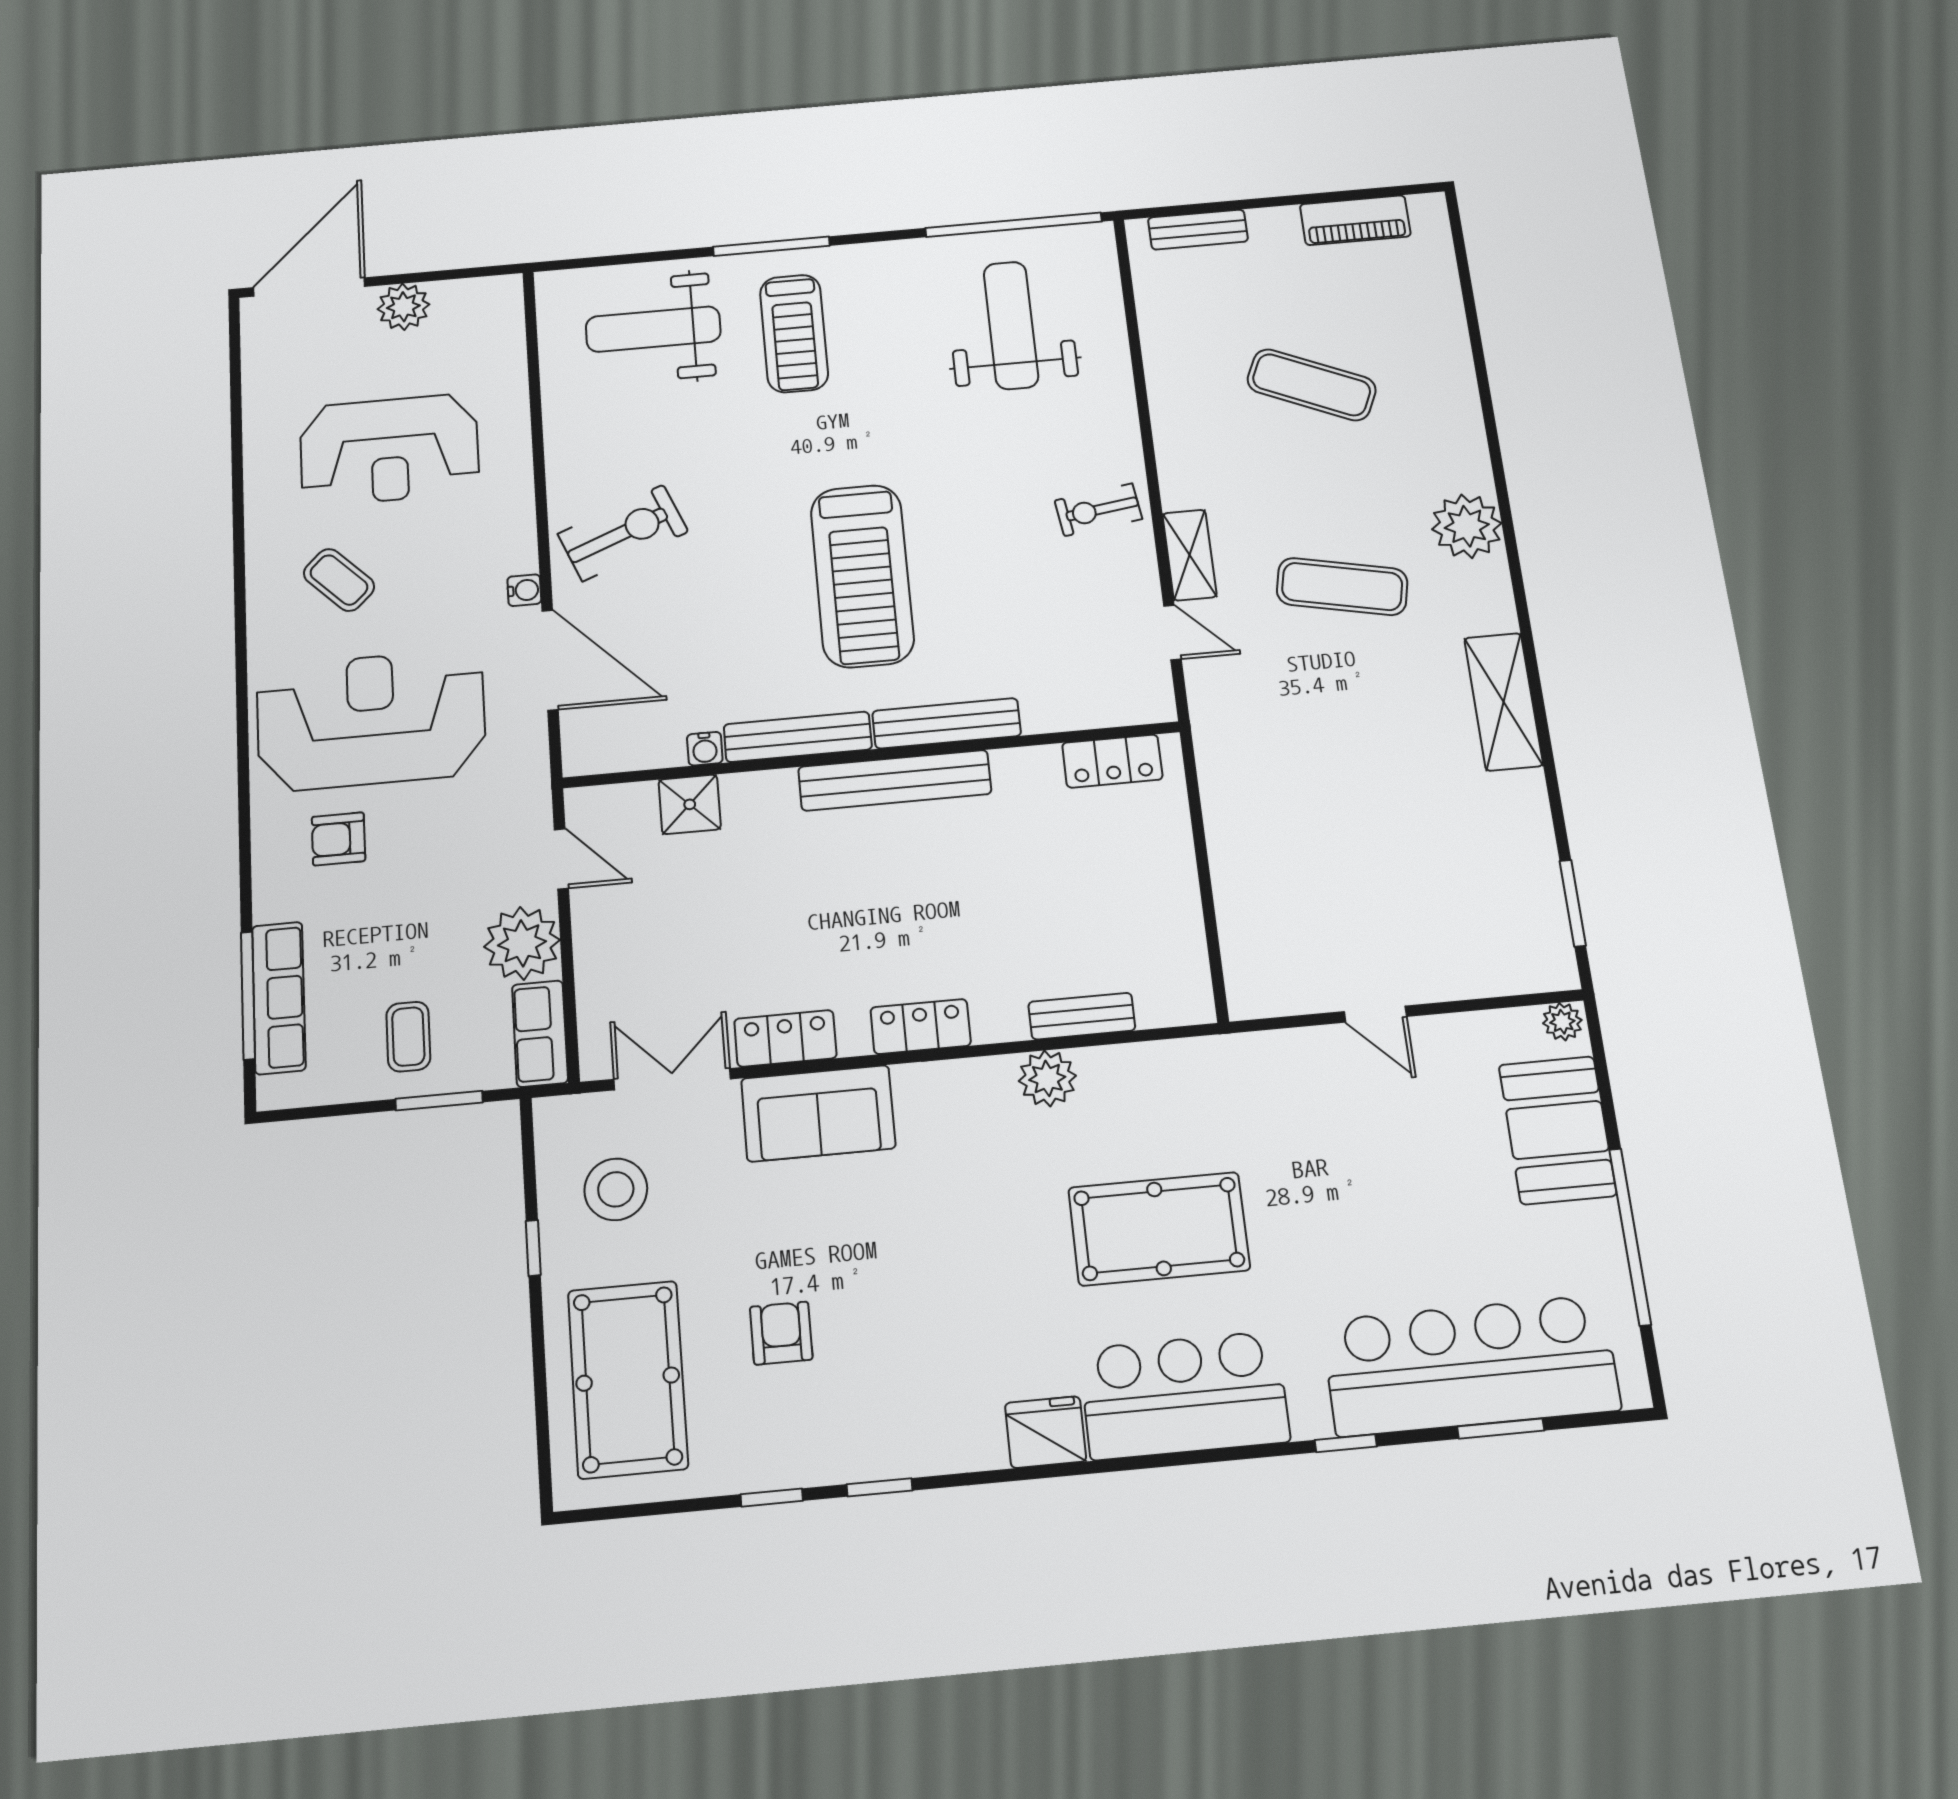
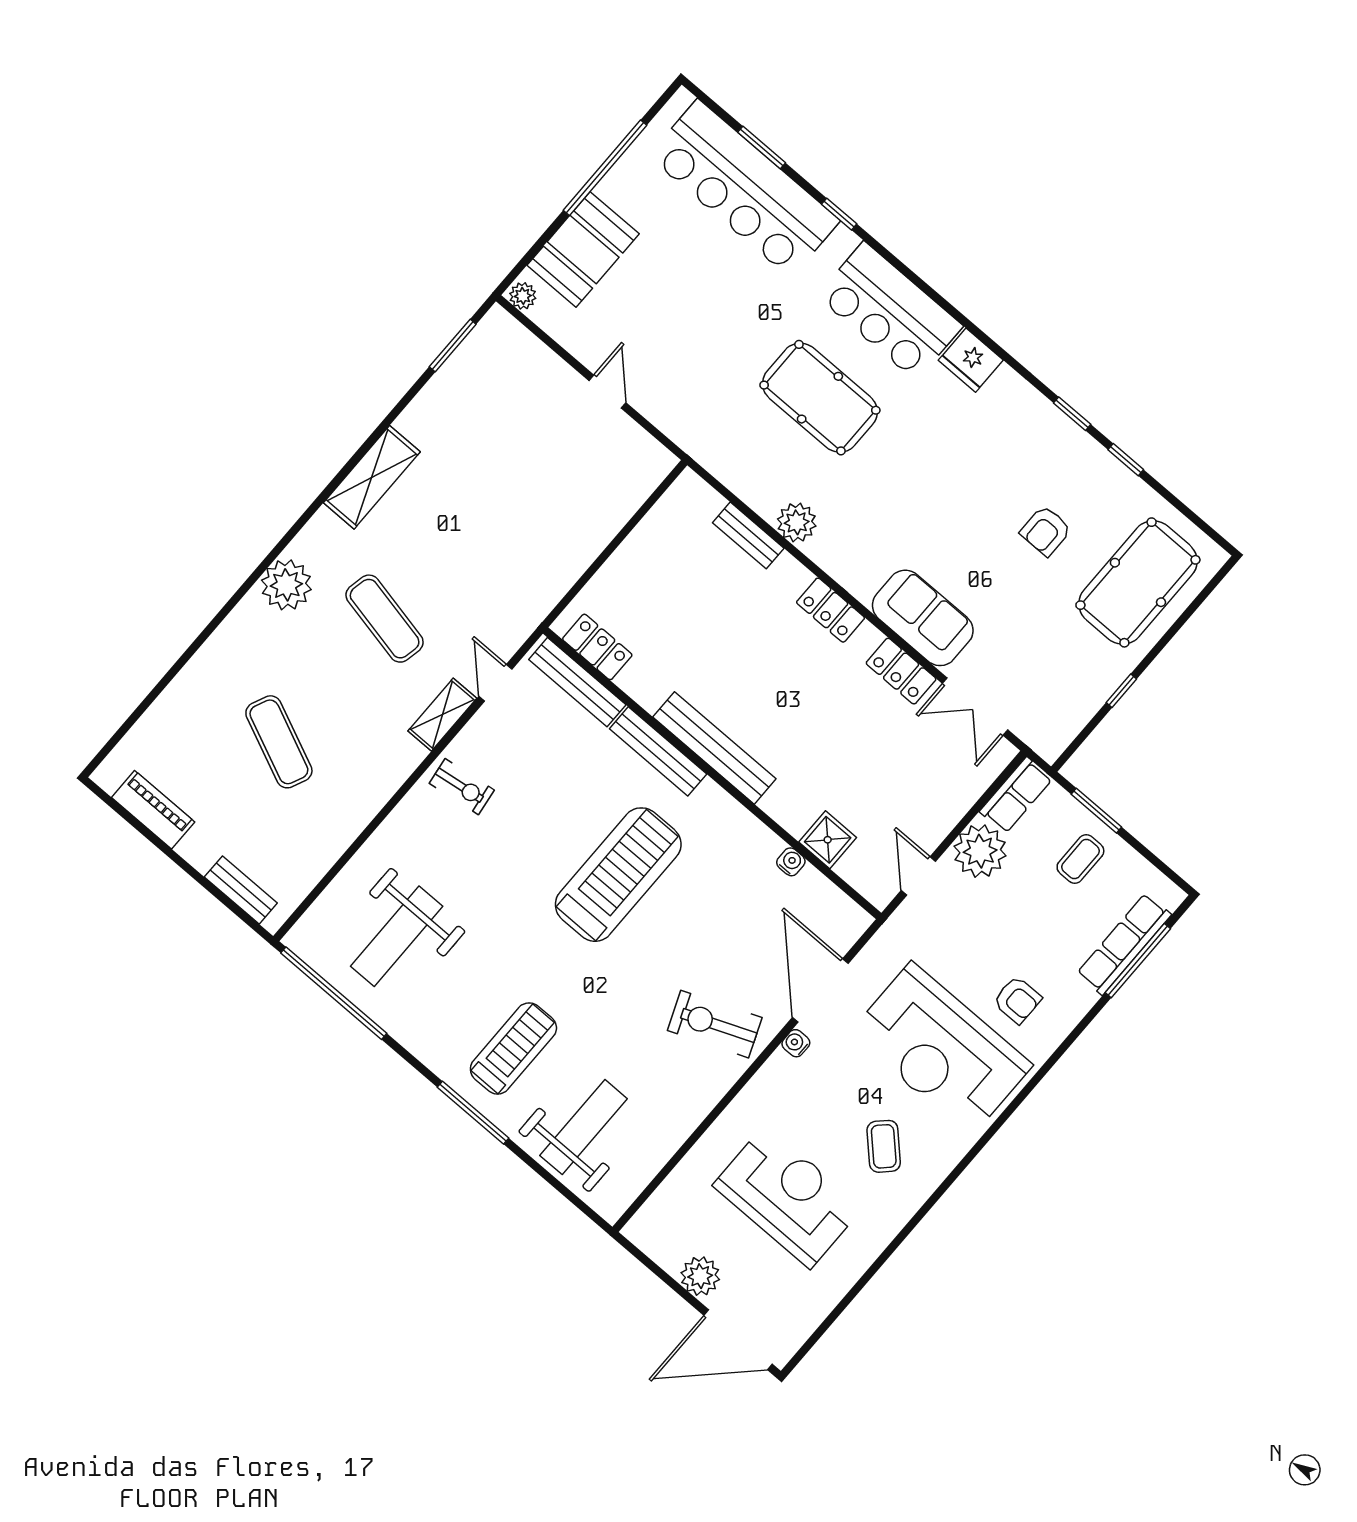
weight bench: (653, 329) -> (584, 1127), turned -90
bench: (798, 737) -> (577, 682), moved
stool: (616, 1189) -> (1055, 680), removed

